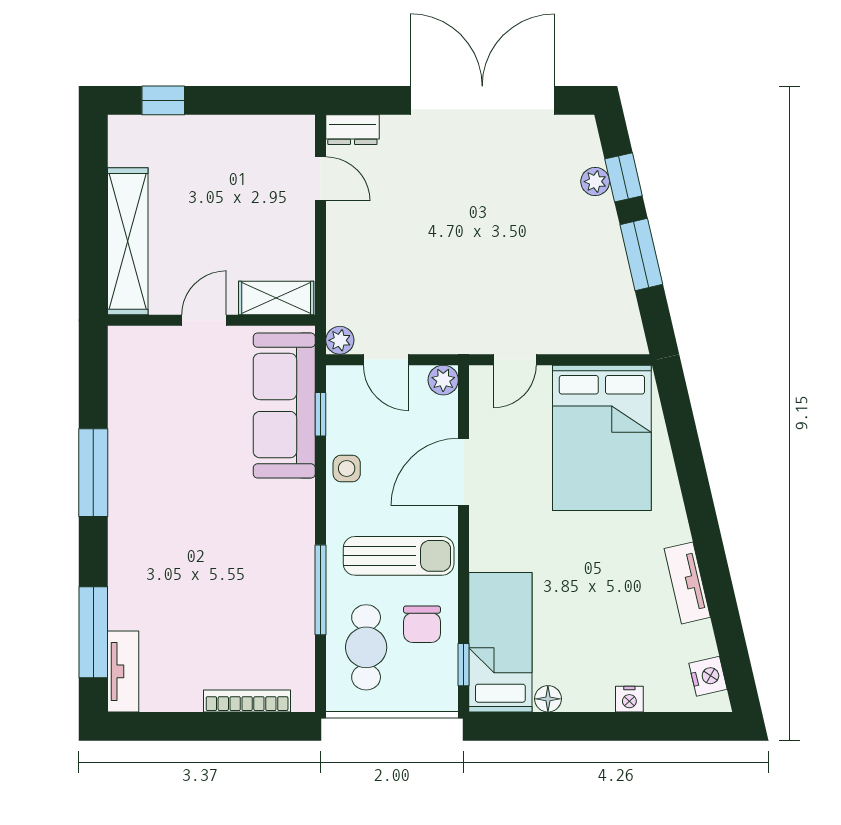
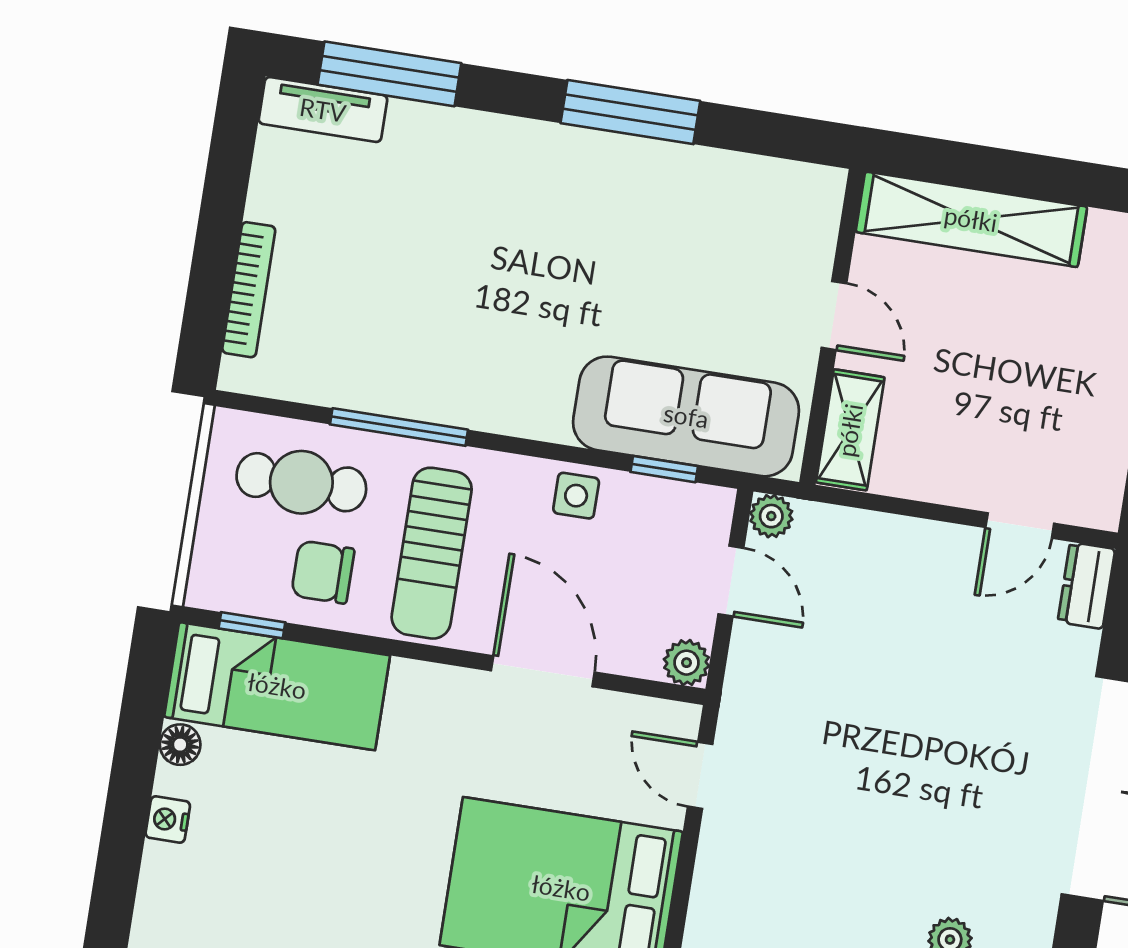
door: (386, 360) -> (731, 581), swing flipped
nightstand: (629, 699) -> (168, 820), moved

